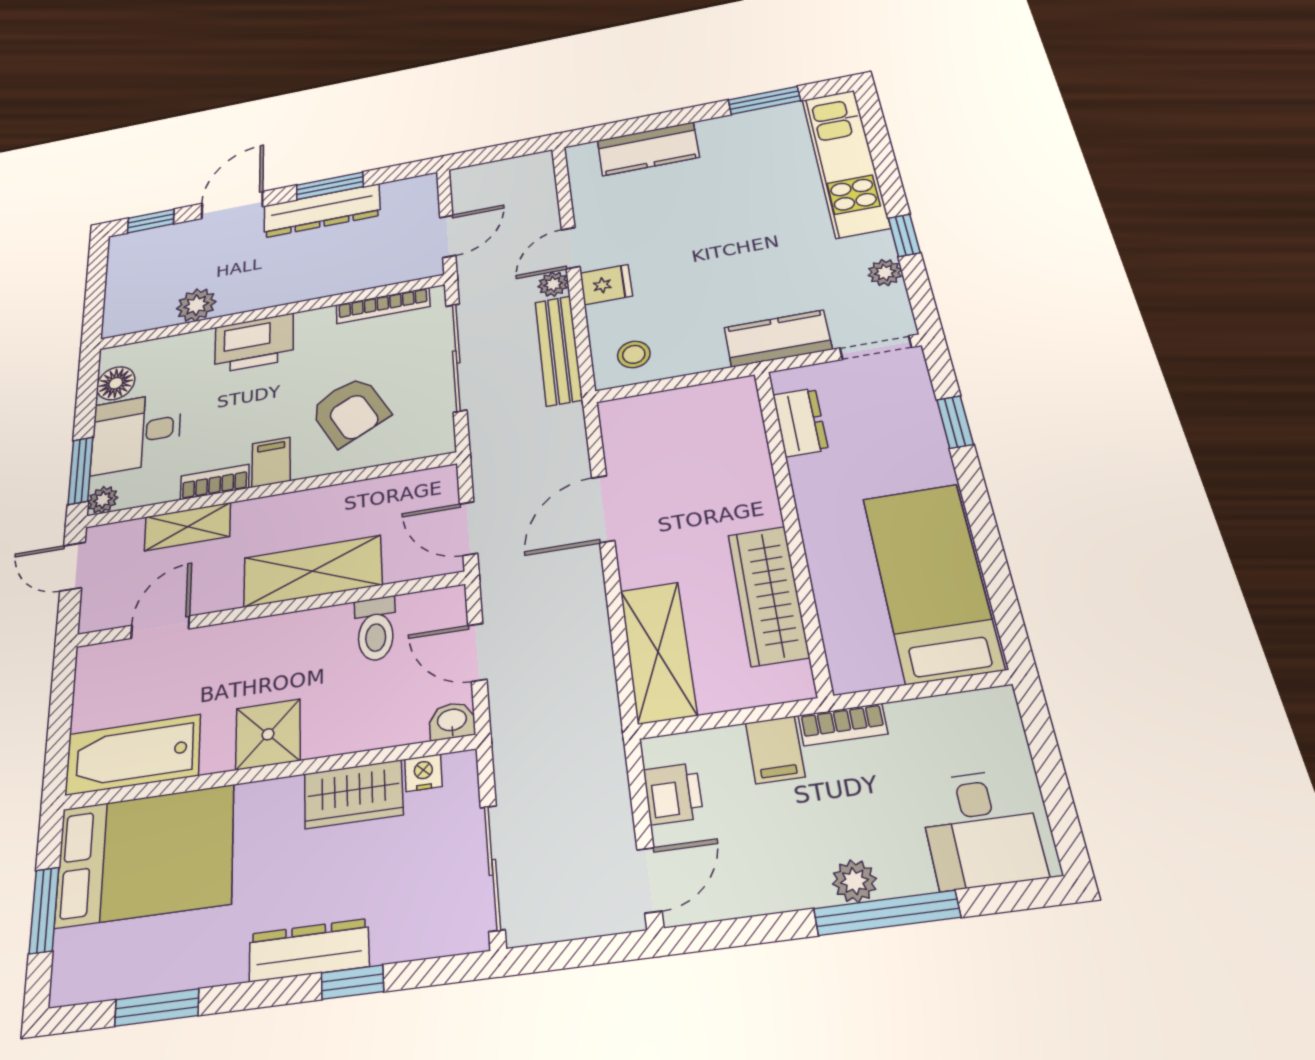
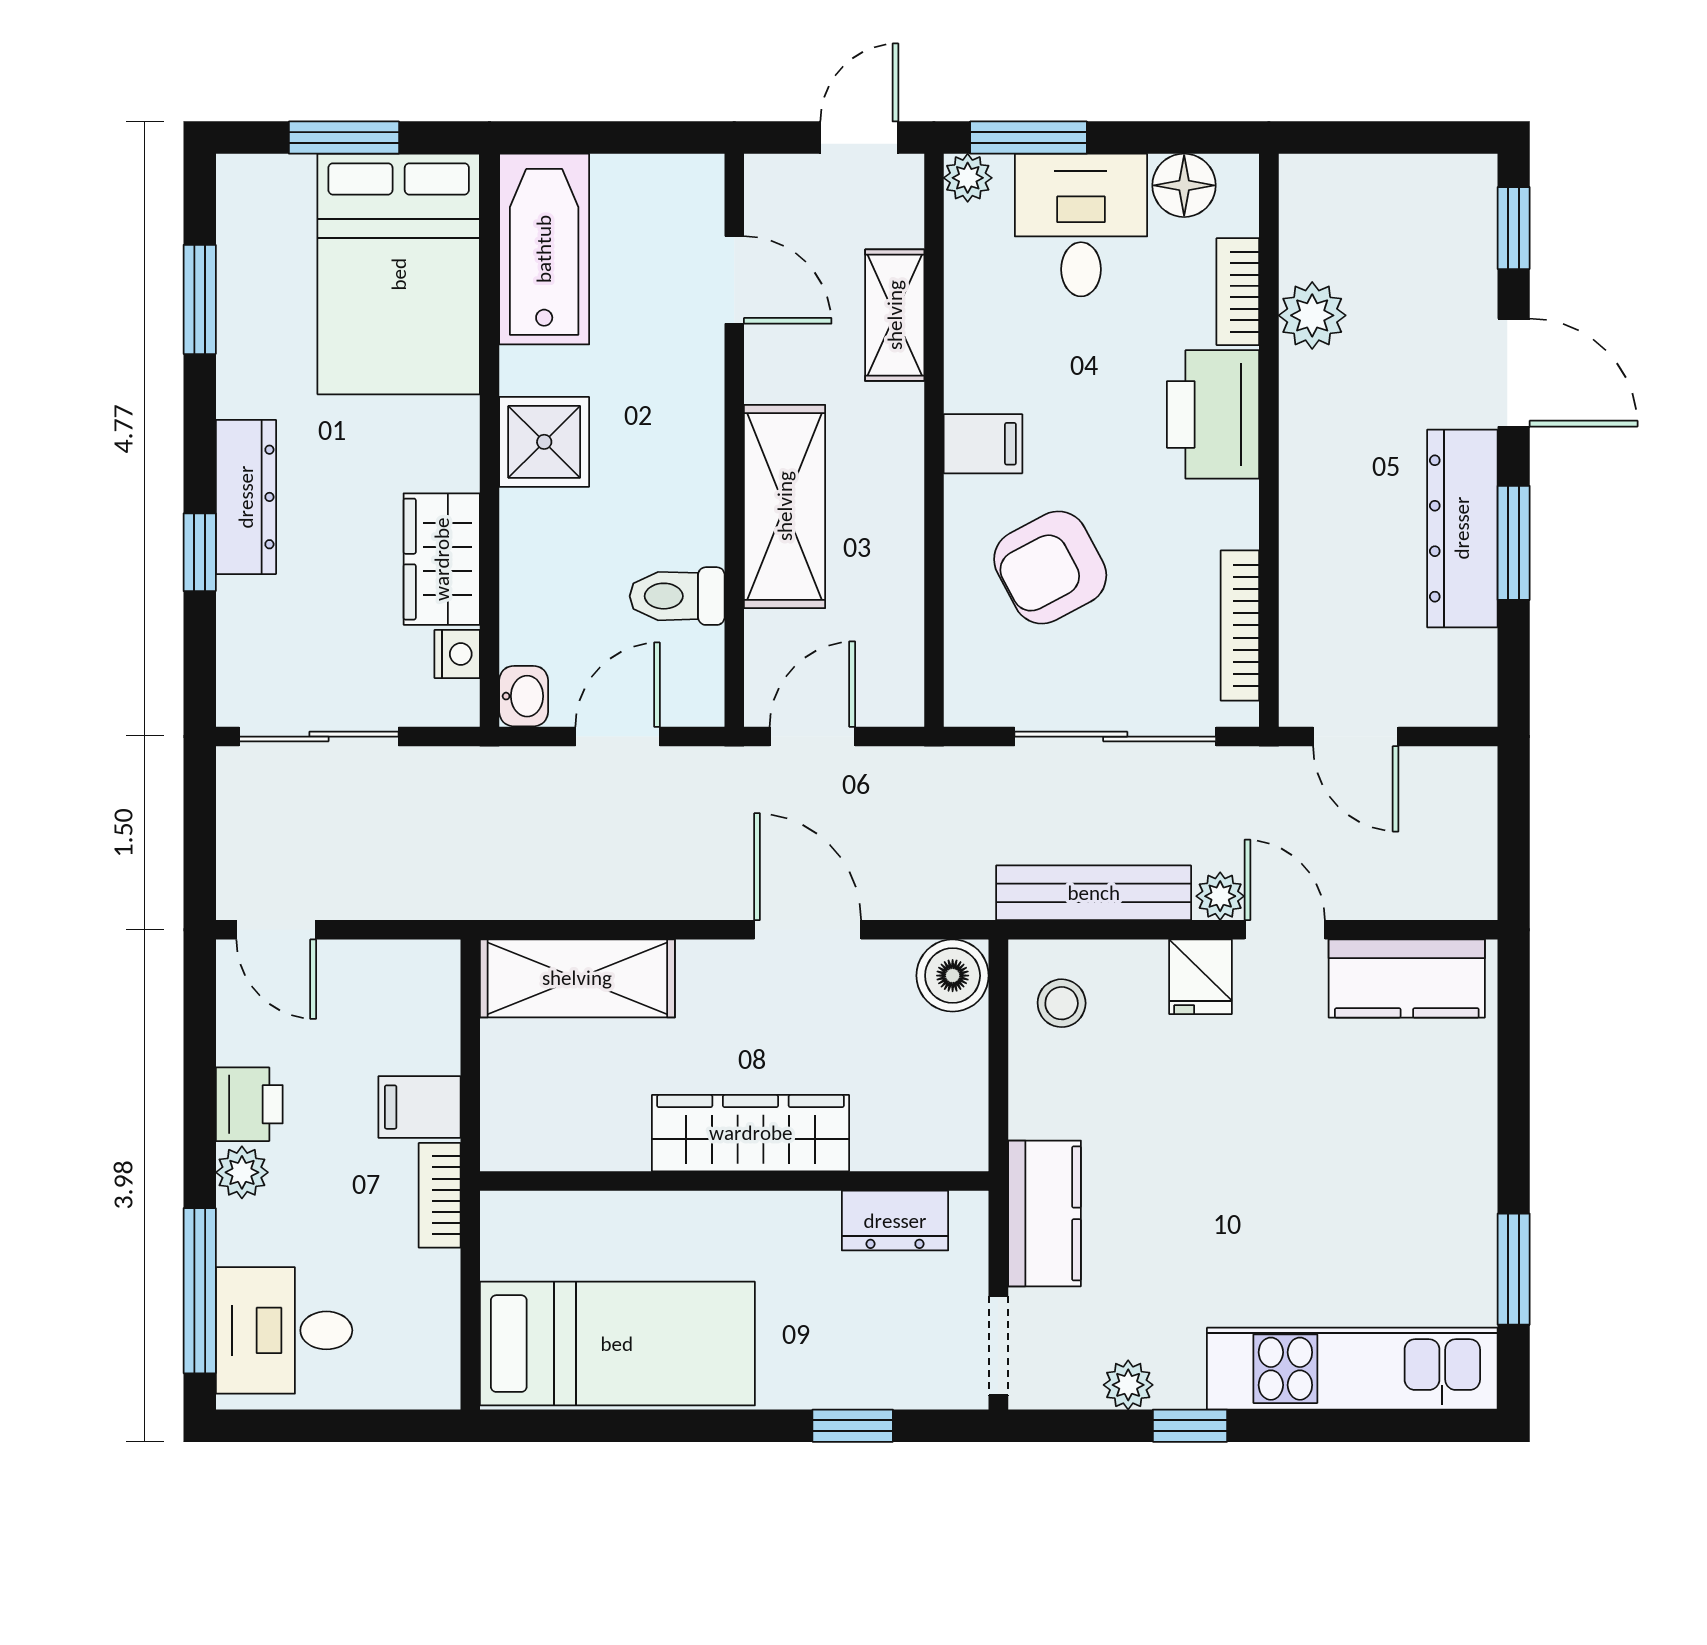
kitchen counter: (648, 149) -> (1407, 979), moved, turned -90
boiler: (624, 418) -> (953, 976), added
bookcase: (215, 482) -> (1238, 292), moved, turned 180
wardrobe: (768, 595) -> (751, 1133), moved
printer: (673, 794) -> (249, 1104), moved, turned -90
window: (887, 913) -> (200, 1291), moved

